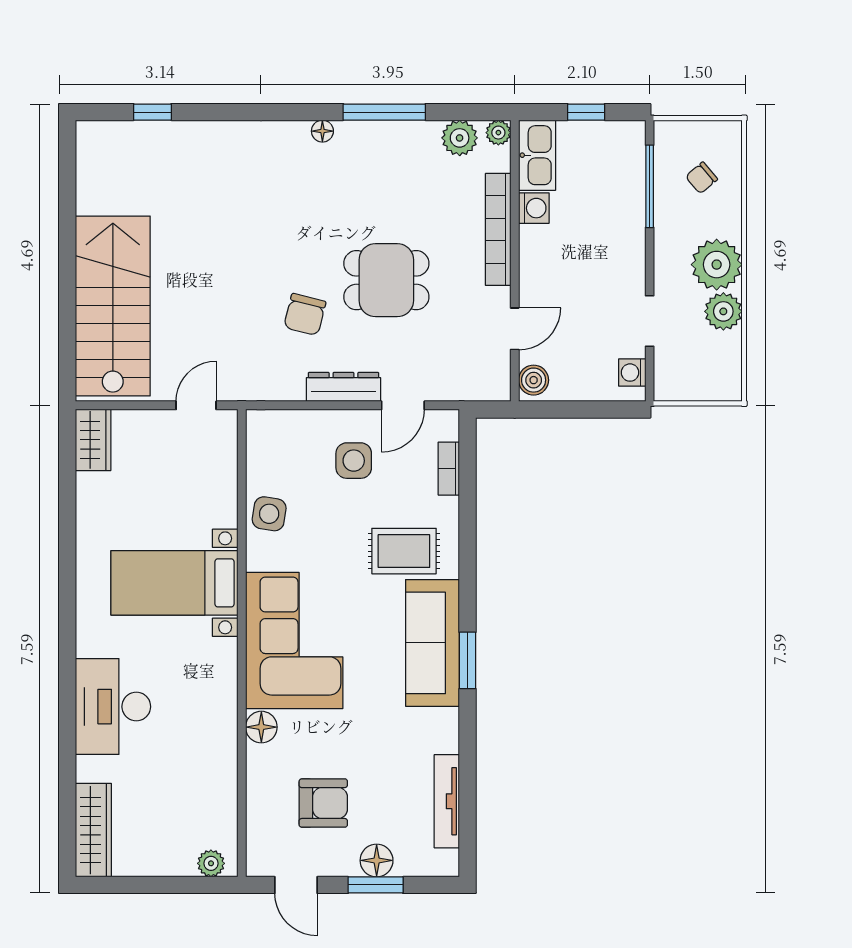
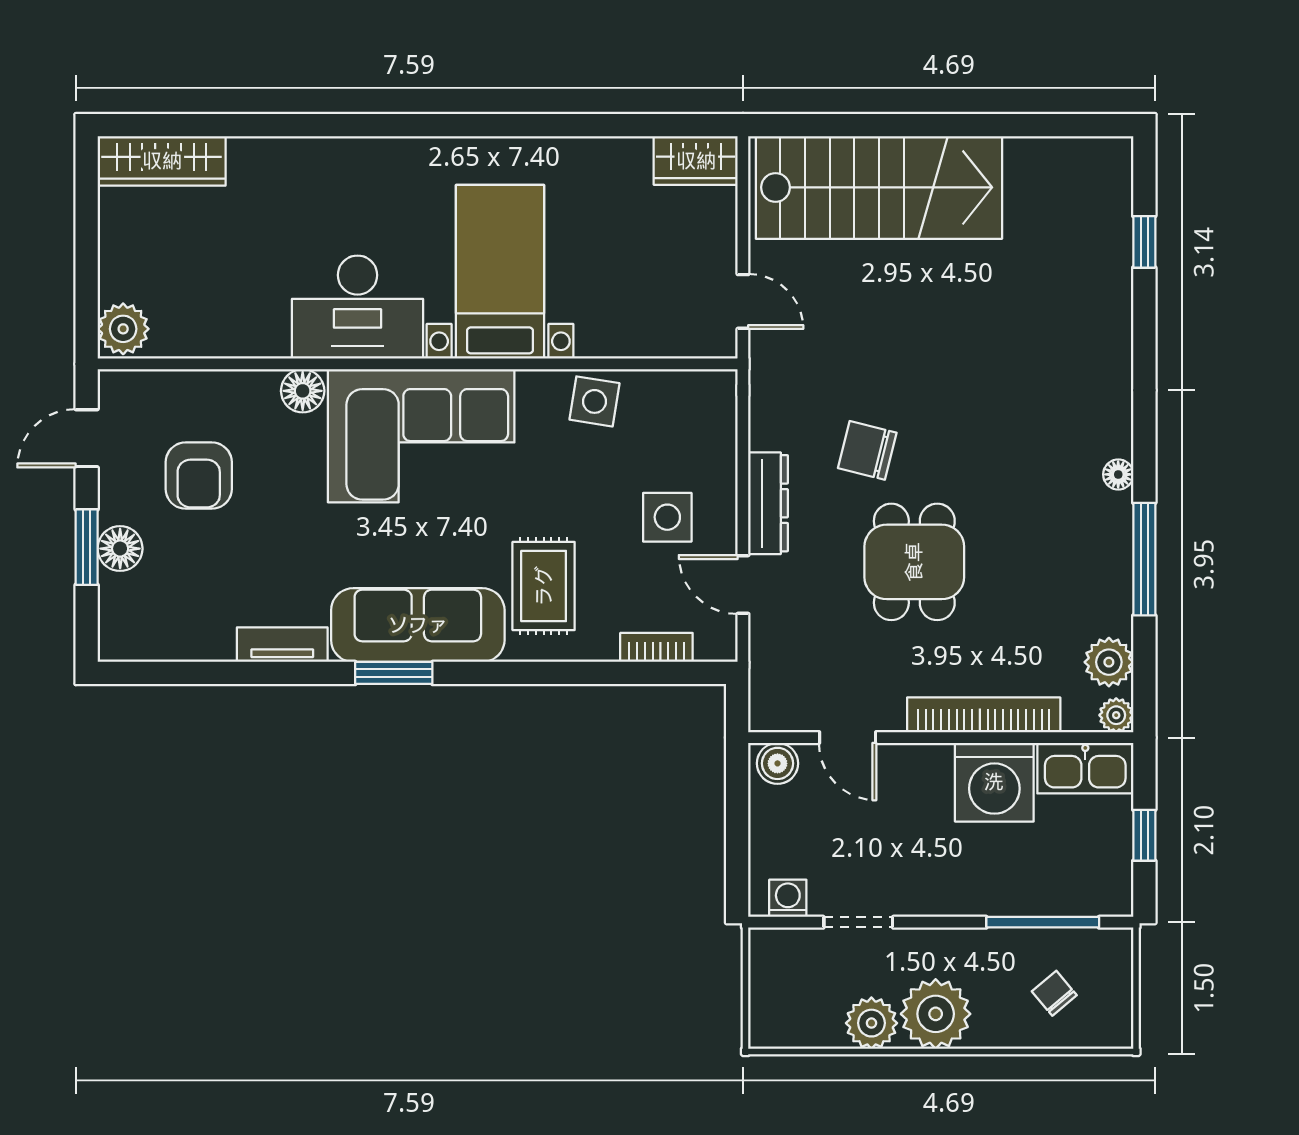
washing machine: (534, 208) -> (994, 782), width x1.89, depth x1.89
desk: (113, 707) -> (358, 307), moved, turned 180
tv unit: (447, 801) -> (282, 645), moved, width x0.71
plant: (211, 863) -> (123, 329), width x1.38, depth x1.38

